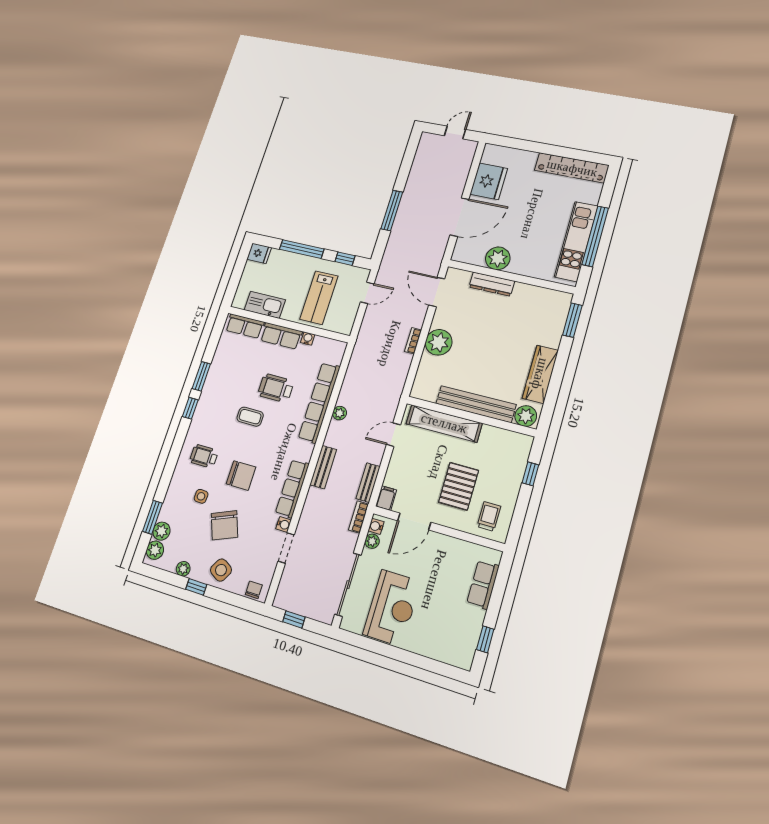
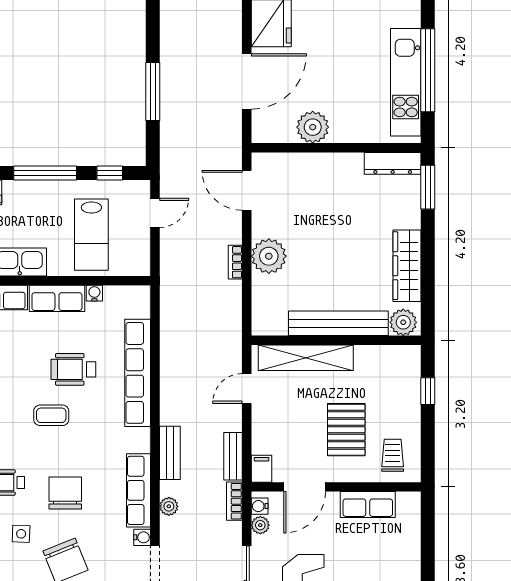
dresser: (492, 284) -> (393, 163), moved
plant: (340, 413) -> (169, 506), moved
chair: (241, 475) -> (65, 493), turned -90
row of seats: (483, 585) -> (368, 505), moved, turned -90

